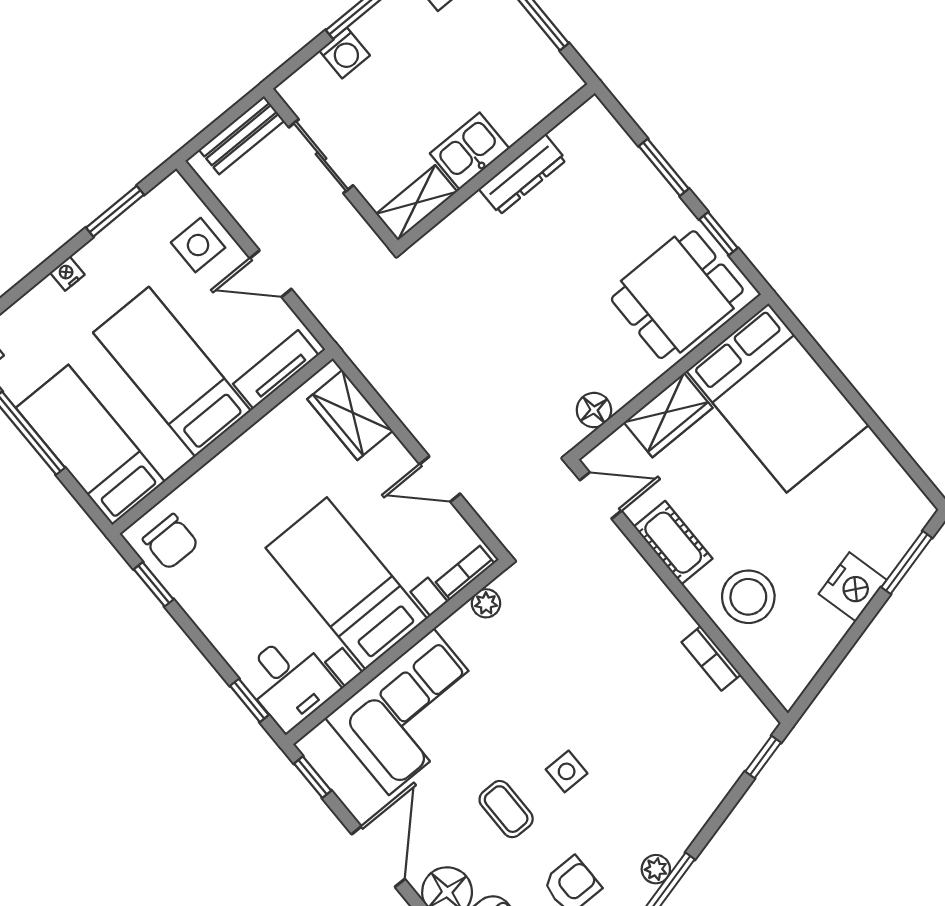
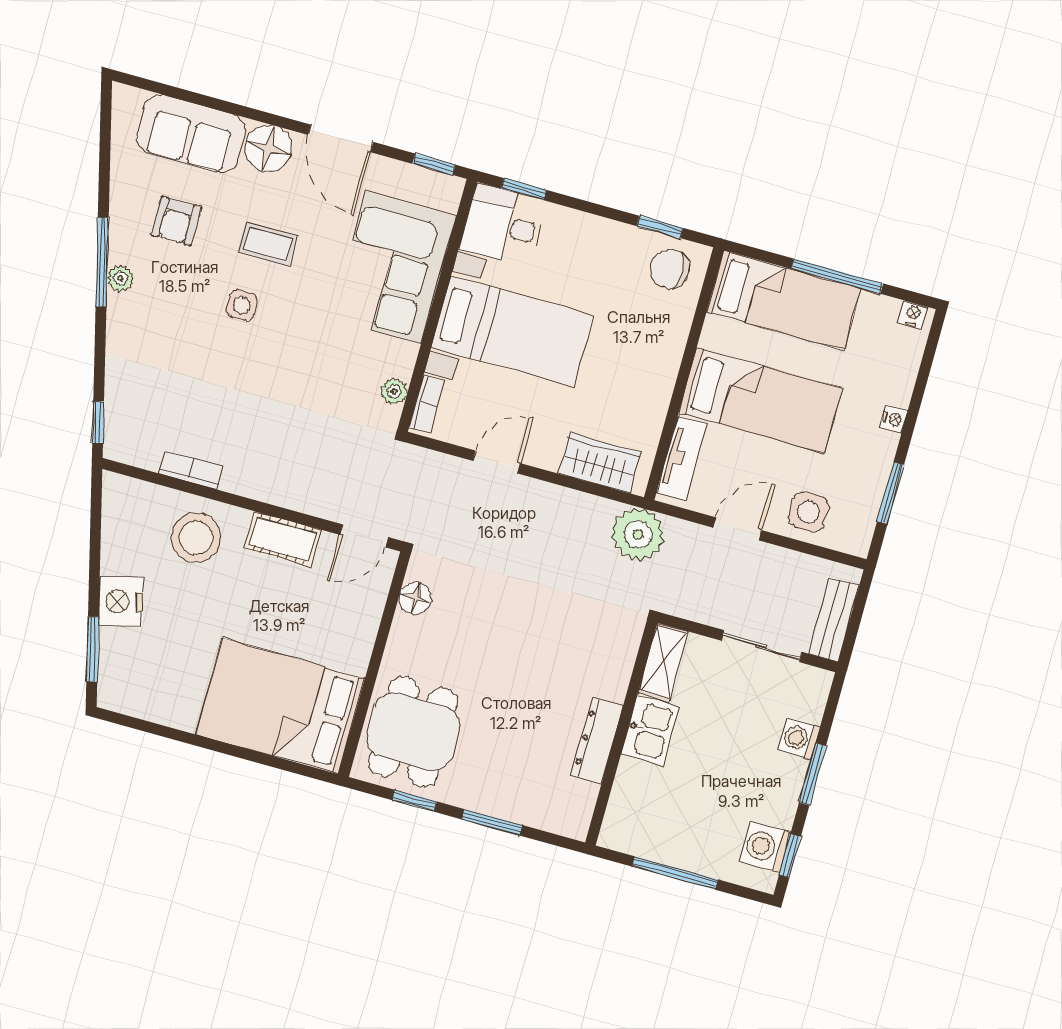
plant: (361, 329) -> (638, 535), added
wardrobe: (668, 415) -> (355, 634), removed

